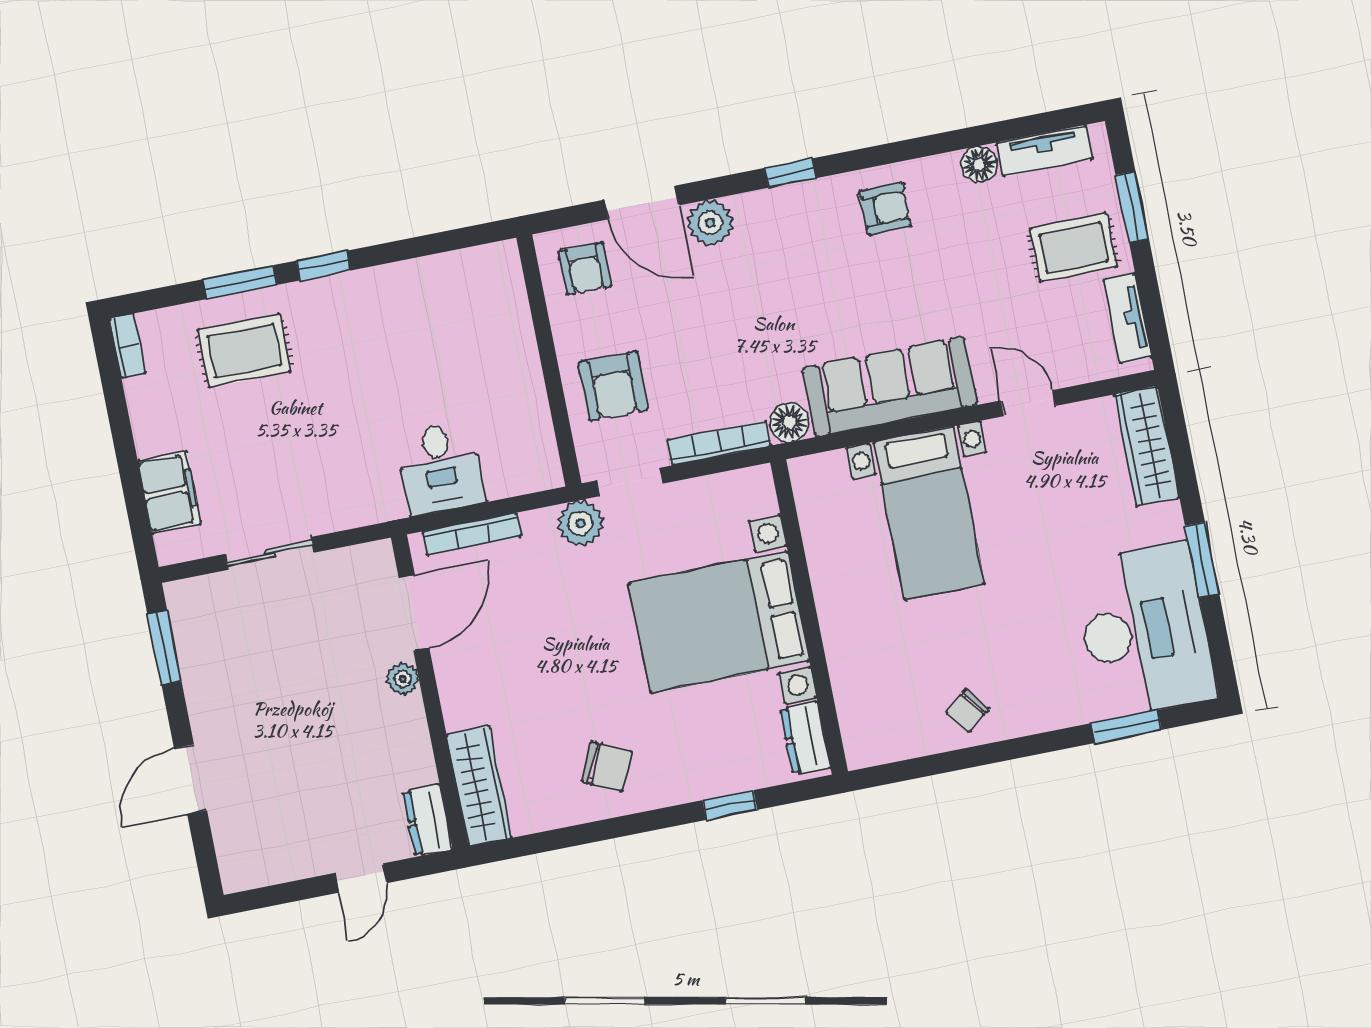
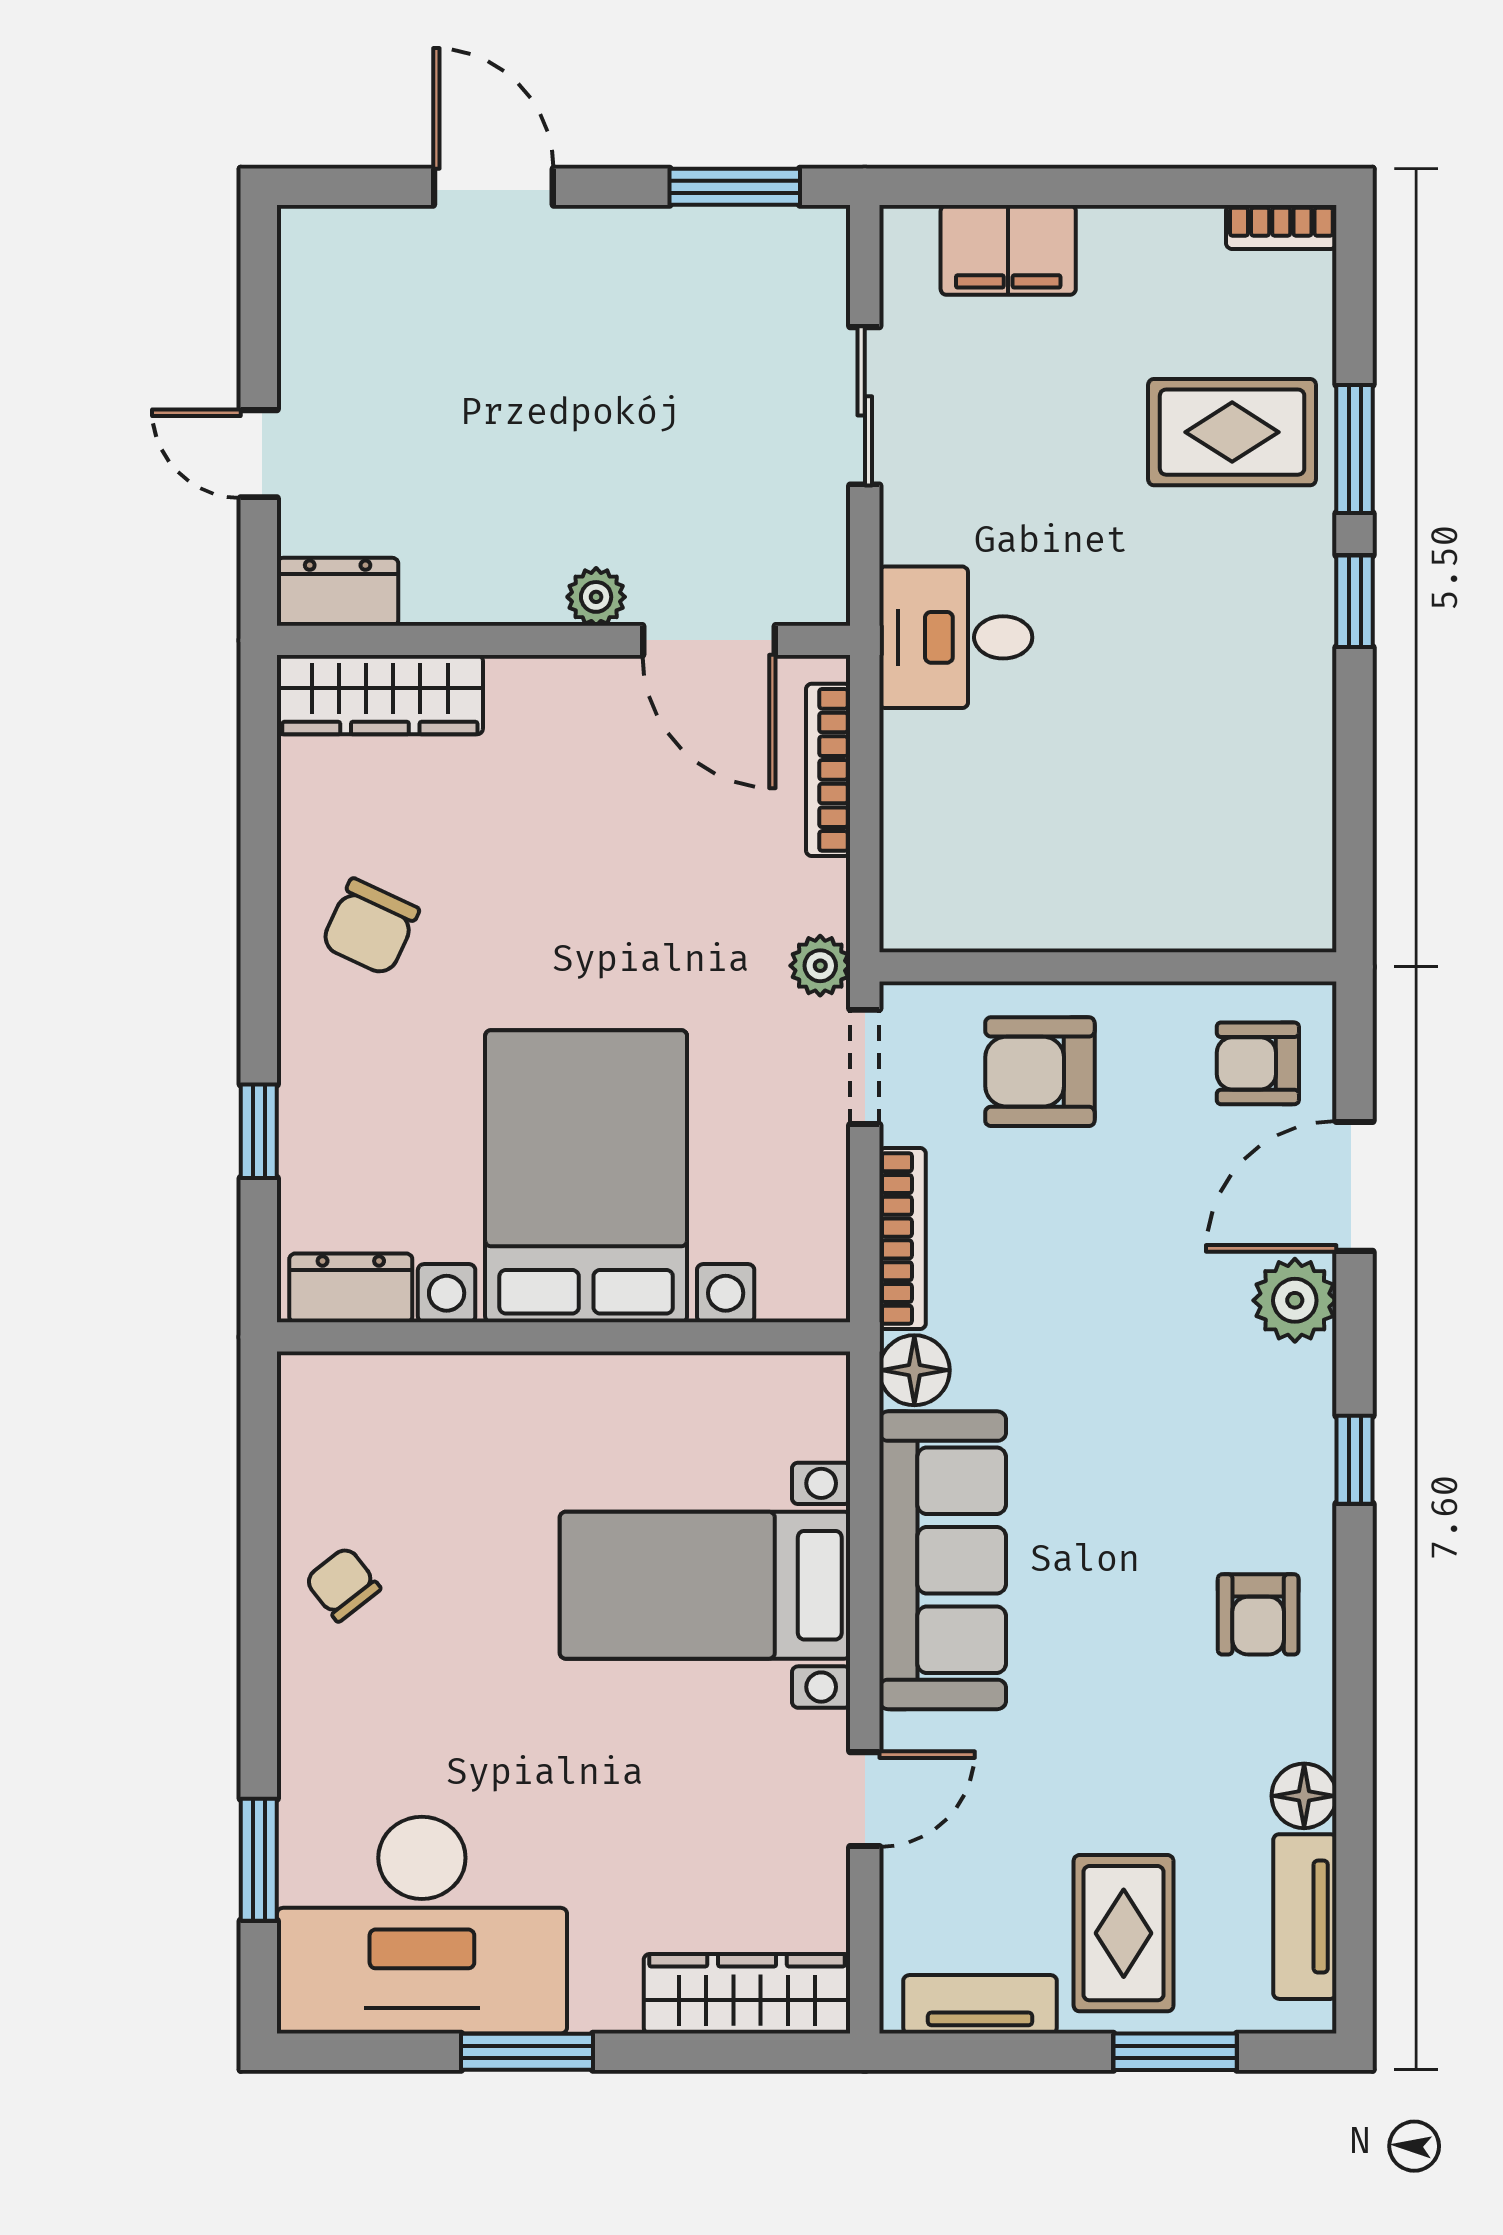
rug: (244, 351) -> (1232, 432), turned 90
desk: (440, 468) -> (956, 637), moved
plant: (580, 523) -> (820, 966), width x0.73, depth x0.73

